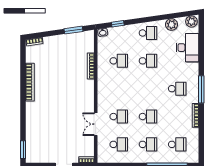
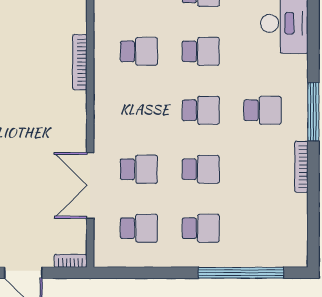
double door: (96, 124) -> (90, 185), width x1.37
school desk: (177, 144) -> (201, 110), moved

